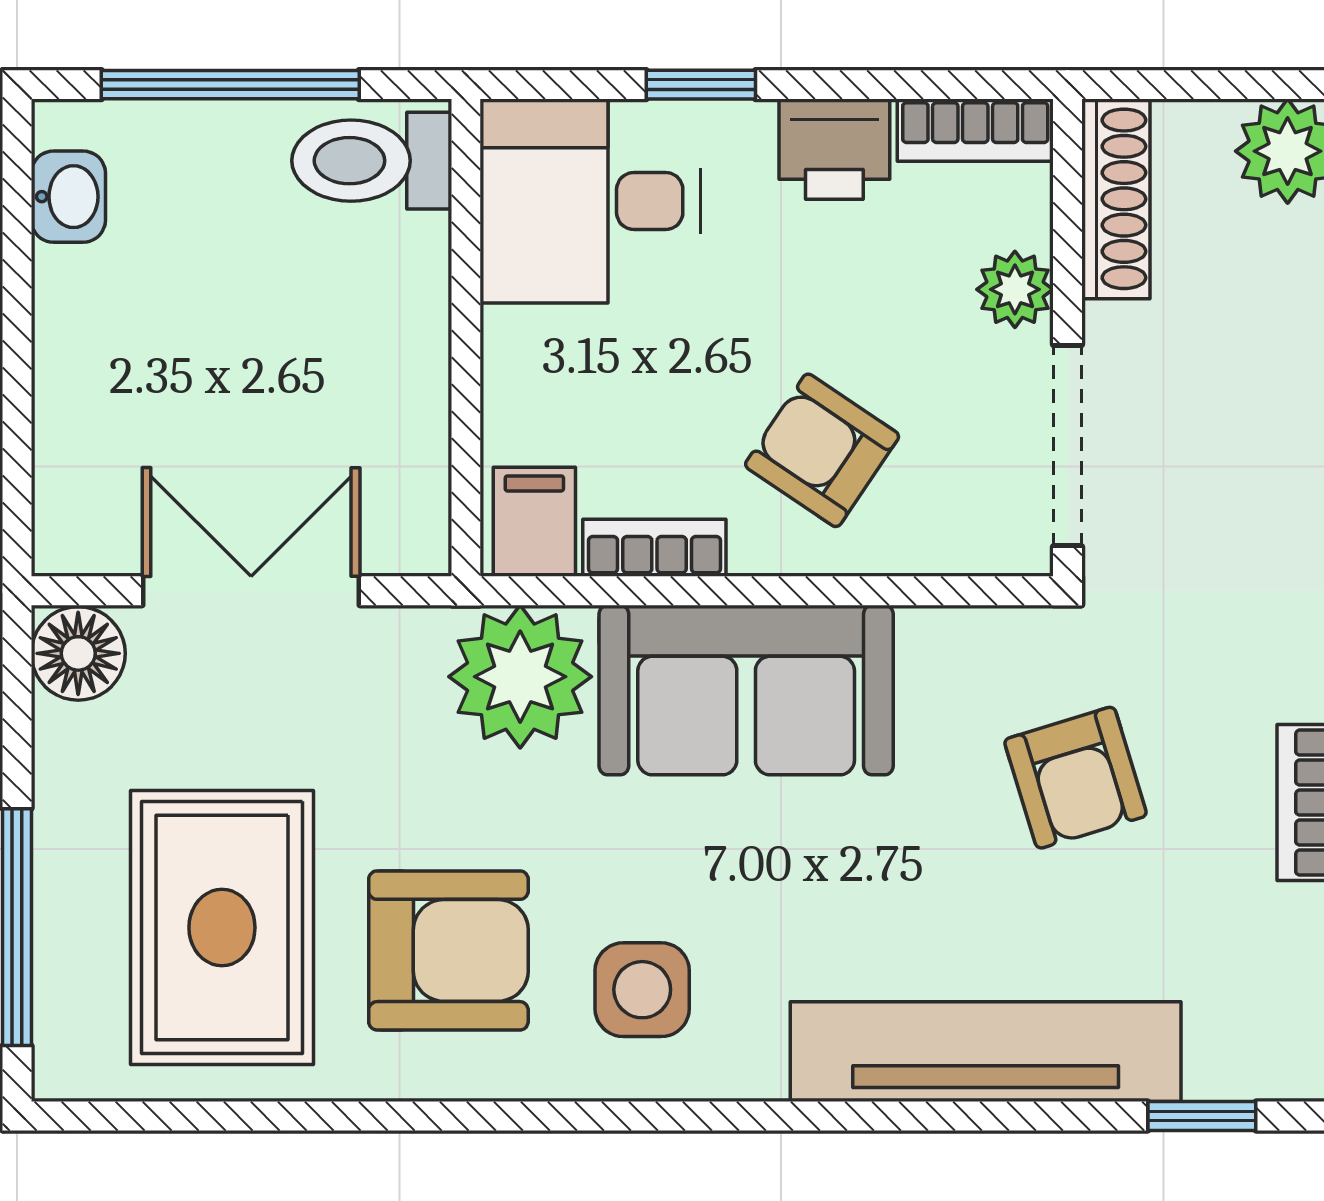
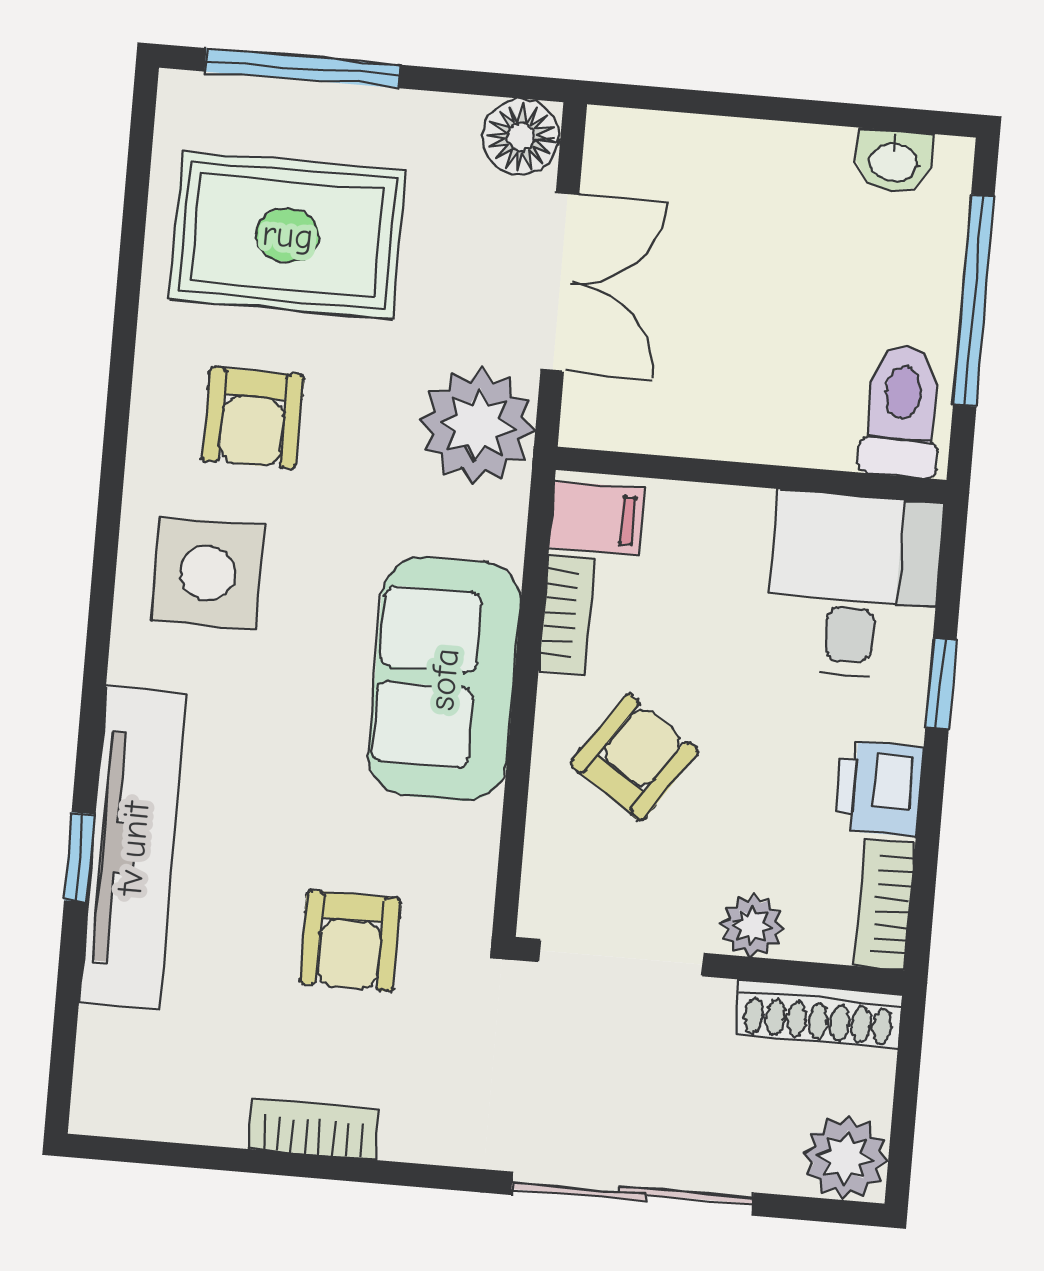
plant: (520, 677) -> (477, 425), moved
armchair: (1076, 778) -> (350, 941), turned -73
armchair: (448, 950) -> (253, 418), width x0.72, depth x0.72
side table: (642, 990) -> (208, 573), width x1.37, depth x1.37
window: (1202, 1116) -> (80, 857), moved

